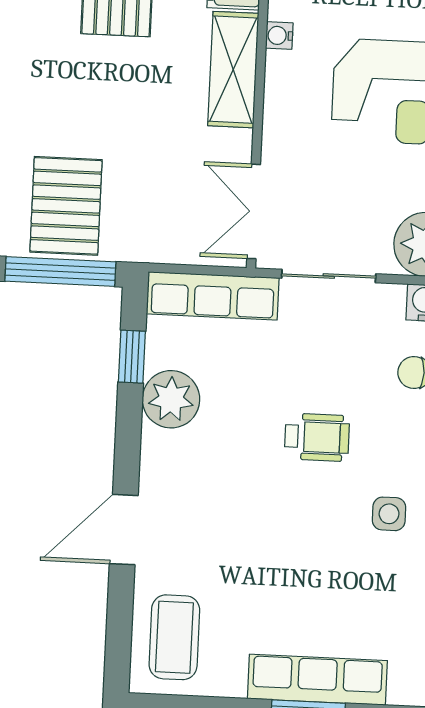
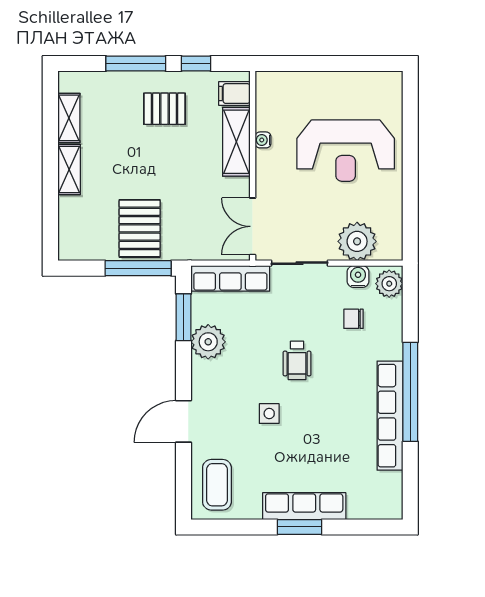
water cooler: (279, 36) -> (263, 140), moved
window: (132, 357) -> (184, 317), width x1.50
wheelchair: (317, 437) -> (297, 360), turned 90
side table: (389, 514) -> (269, 414), moved

